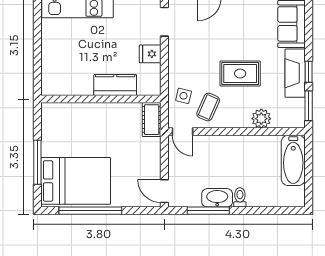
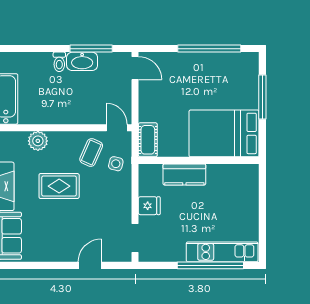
bed: (76, 181) -> (224, 133), moved

